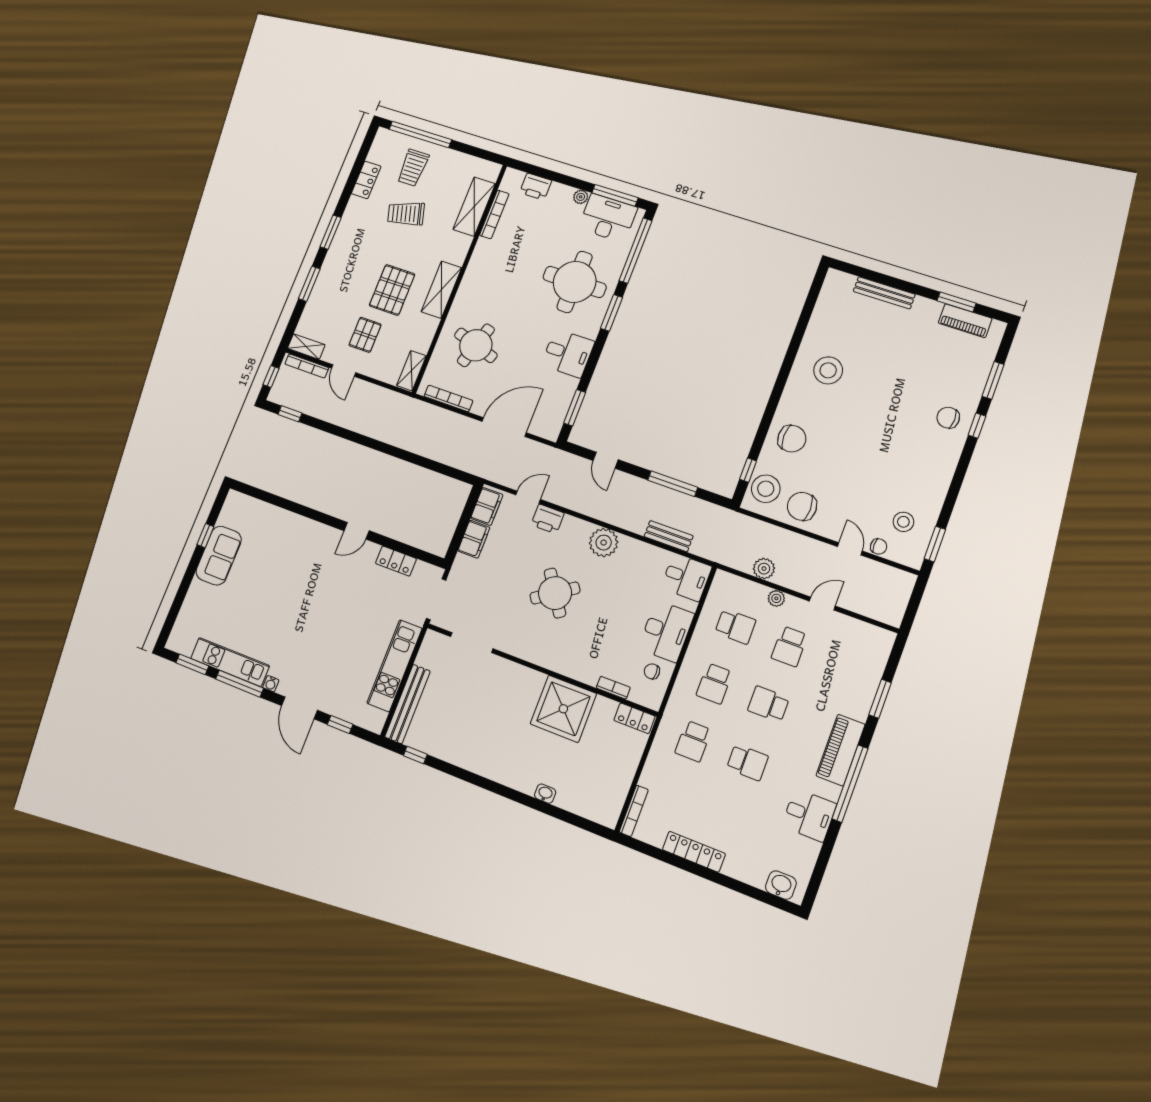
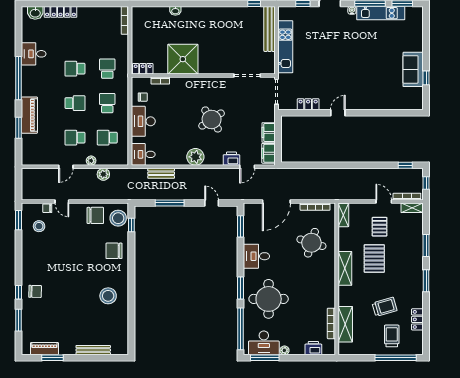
school desk: (789, 646) -> (75, 138), turned -90
piano: (841, 750) -> (29, 115), moved
locker: (694, 852) -> (60, 12), moved

